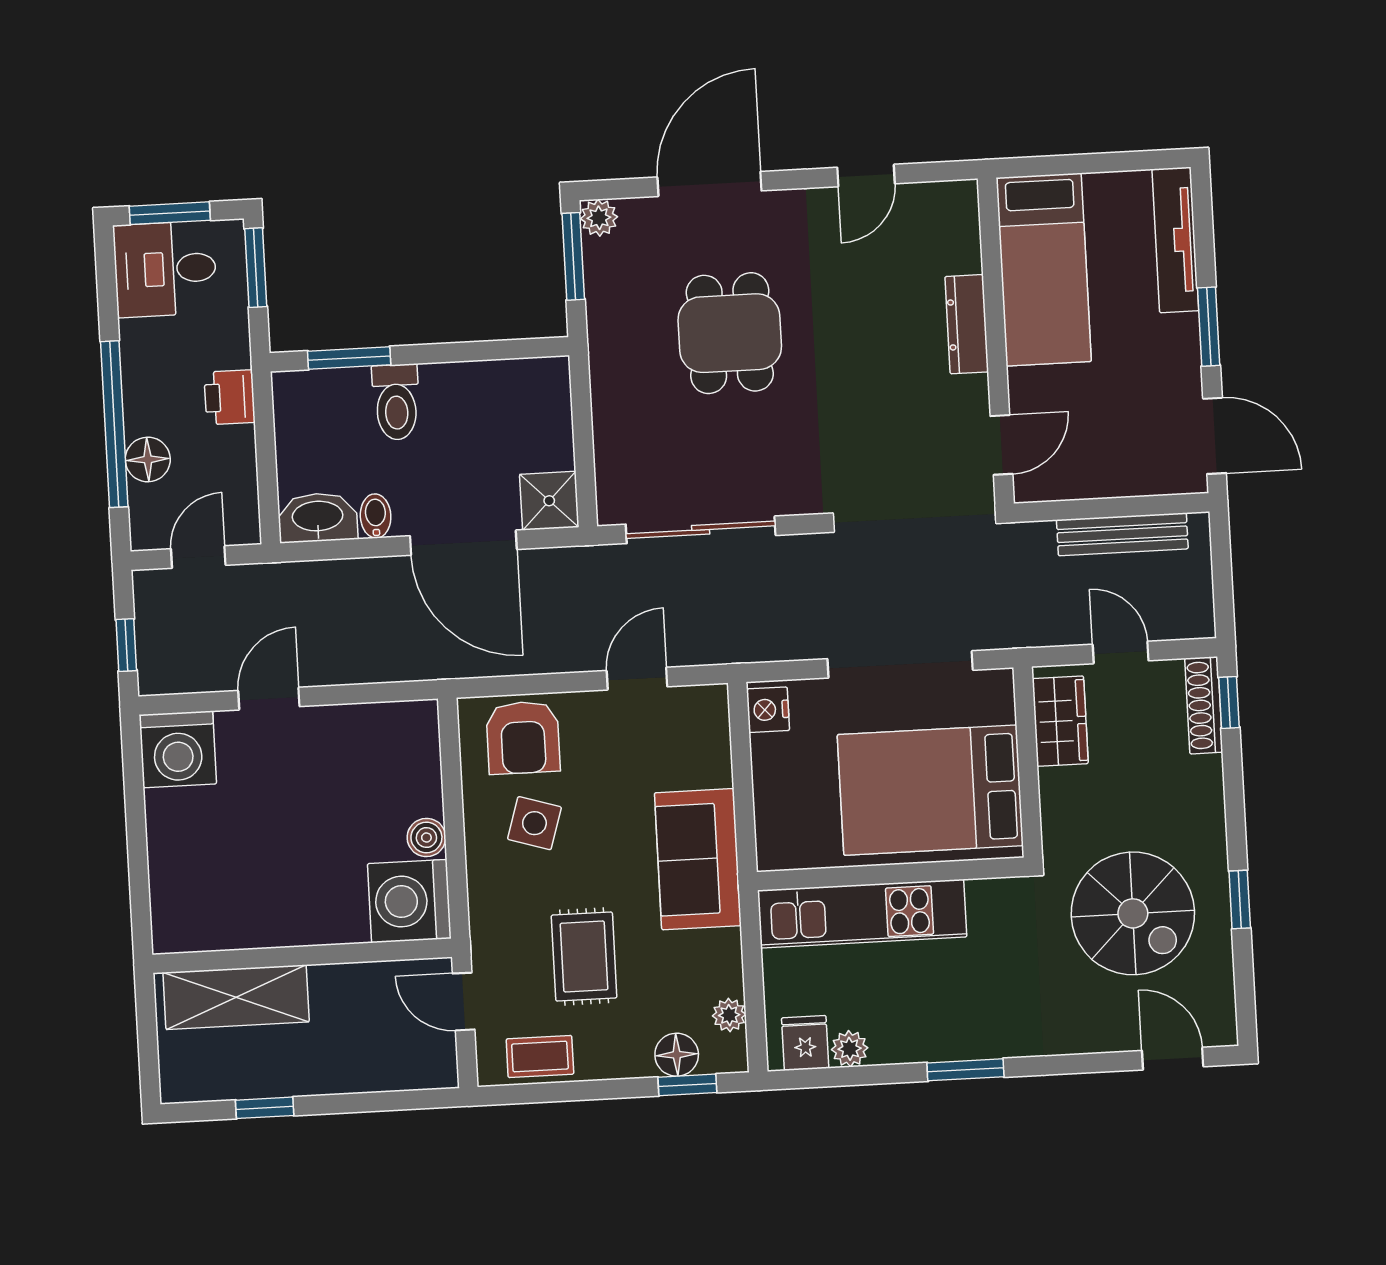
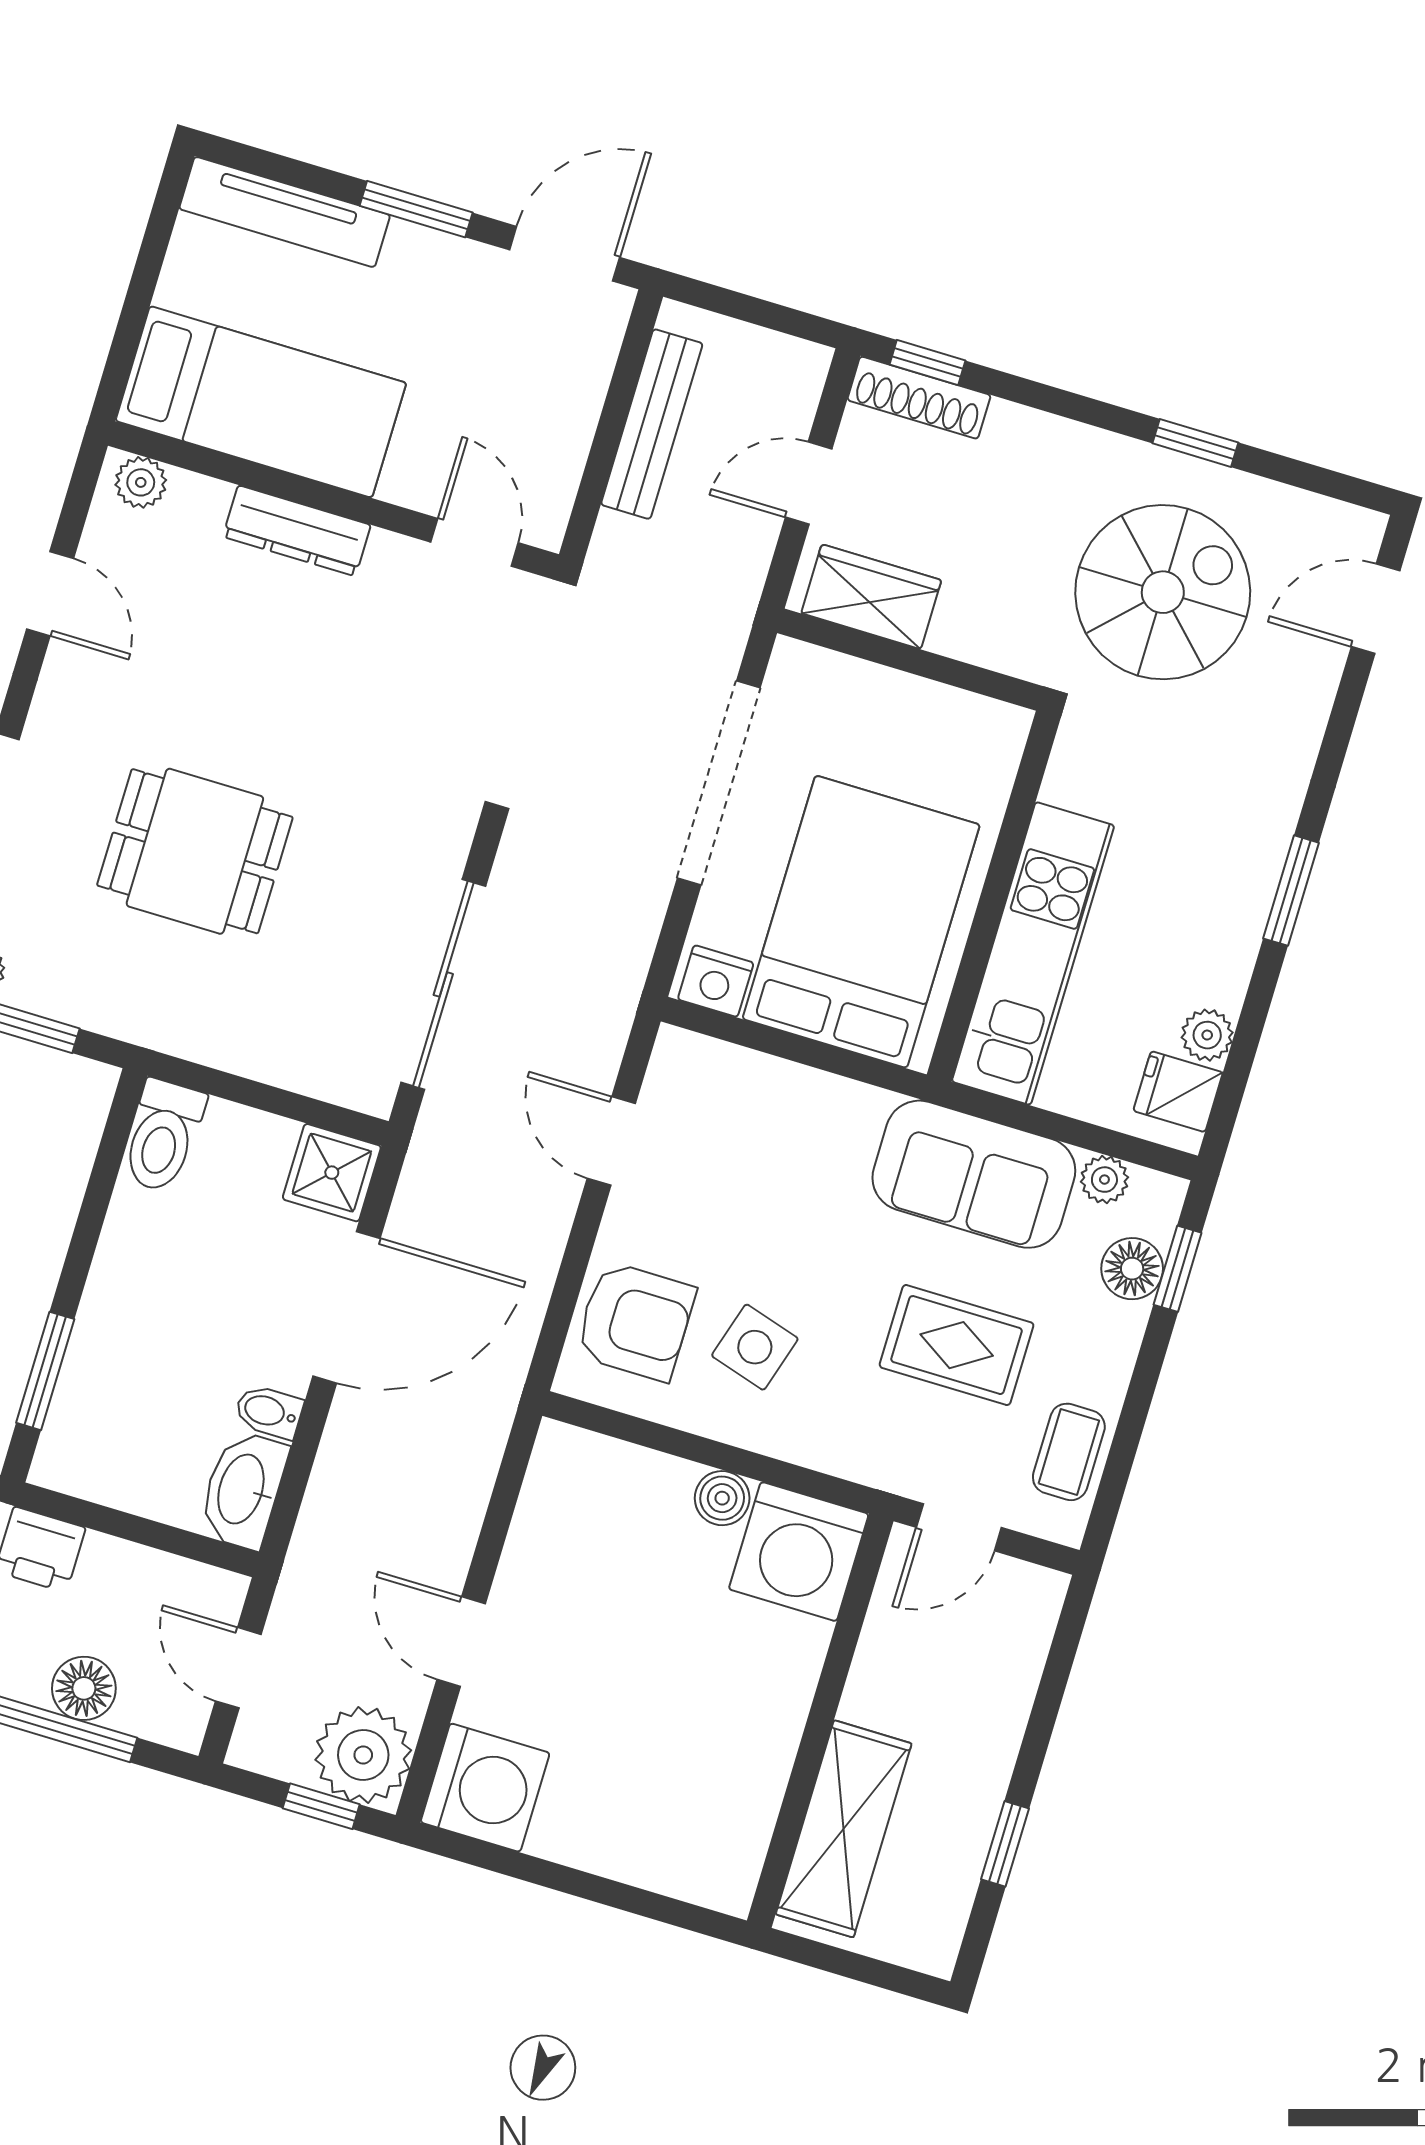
plant: (962, 209) -> (141, 482), added
toilet: (396, 402) -> (163, 1136), moved, turned 90
plant: (170, 661) -> (363, 1755), added
bed: (930, 790) -> (861, 922), moved, turned 180
sofa: (698, 859) -> (974, 1174), moved

